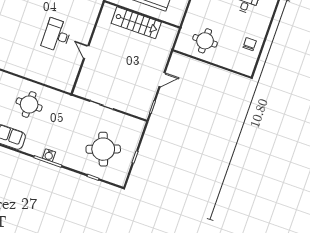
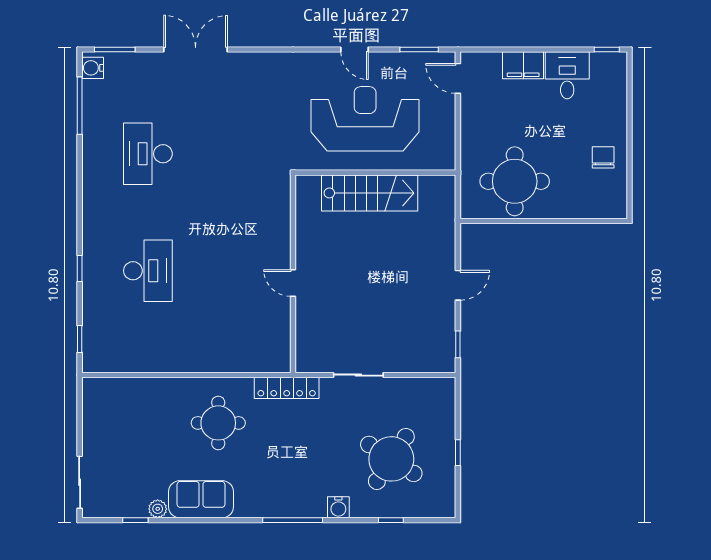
desk: (57, 35) -> (148, 271), moved, turned 180
round table: (205, 41) -> (515, 181), width x1.36, depth x1.36
locker: (66, 99) -> (287, 388), added
round table: (103, 149) -> (391, 459), turned -37
water cooler: (49, 155) -> (338, 507), moved

